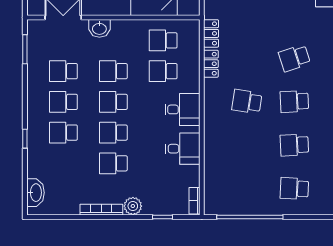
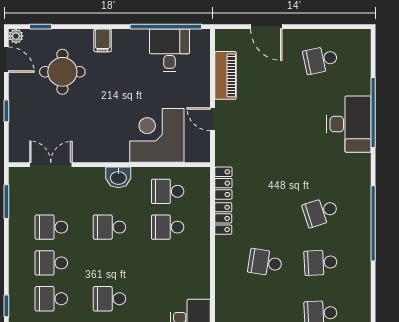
washbasin: (99, 28) -> (118, 177), moved
school desk: (113, 102) -> (109, 263), removed
desk: (182, 109) -> (190, 272), removed

